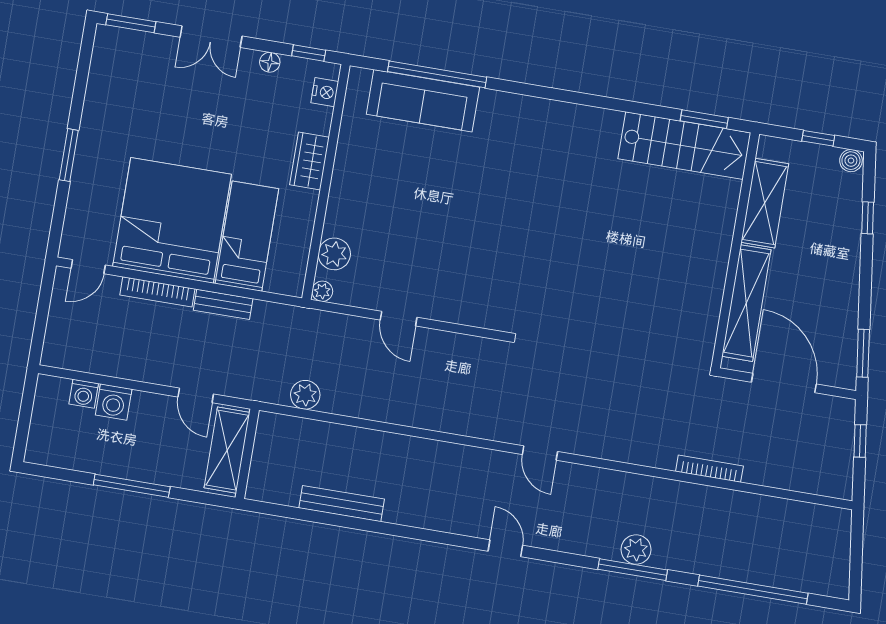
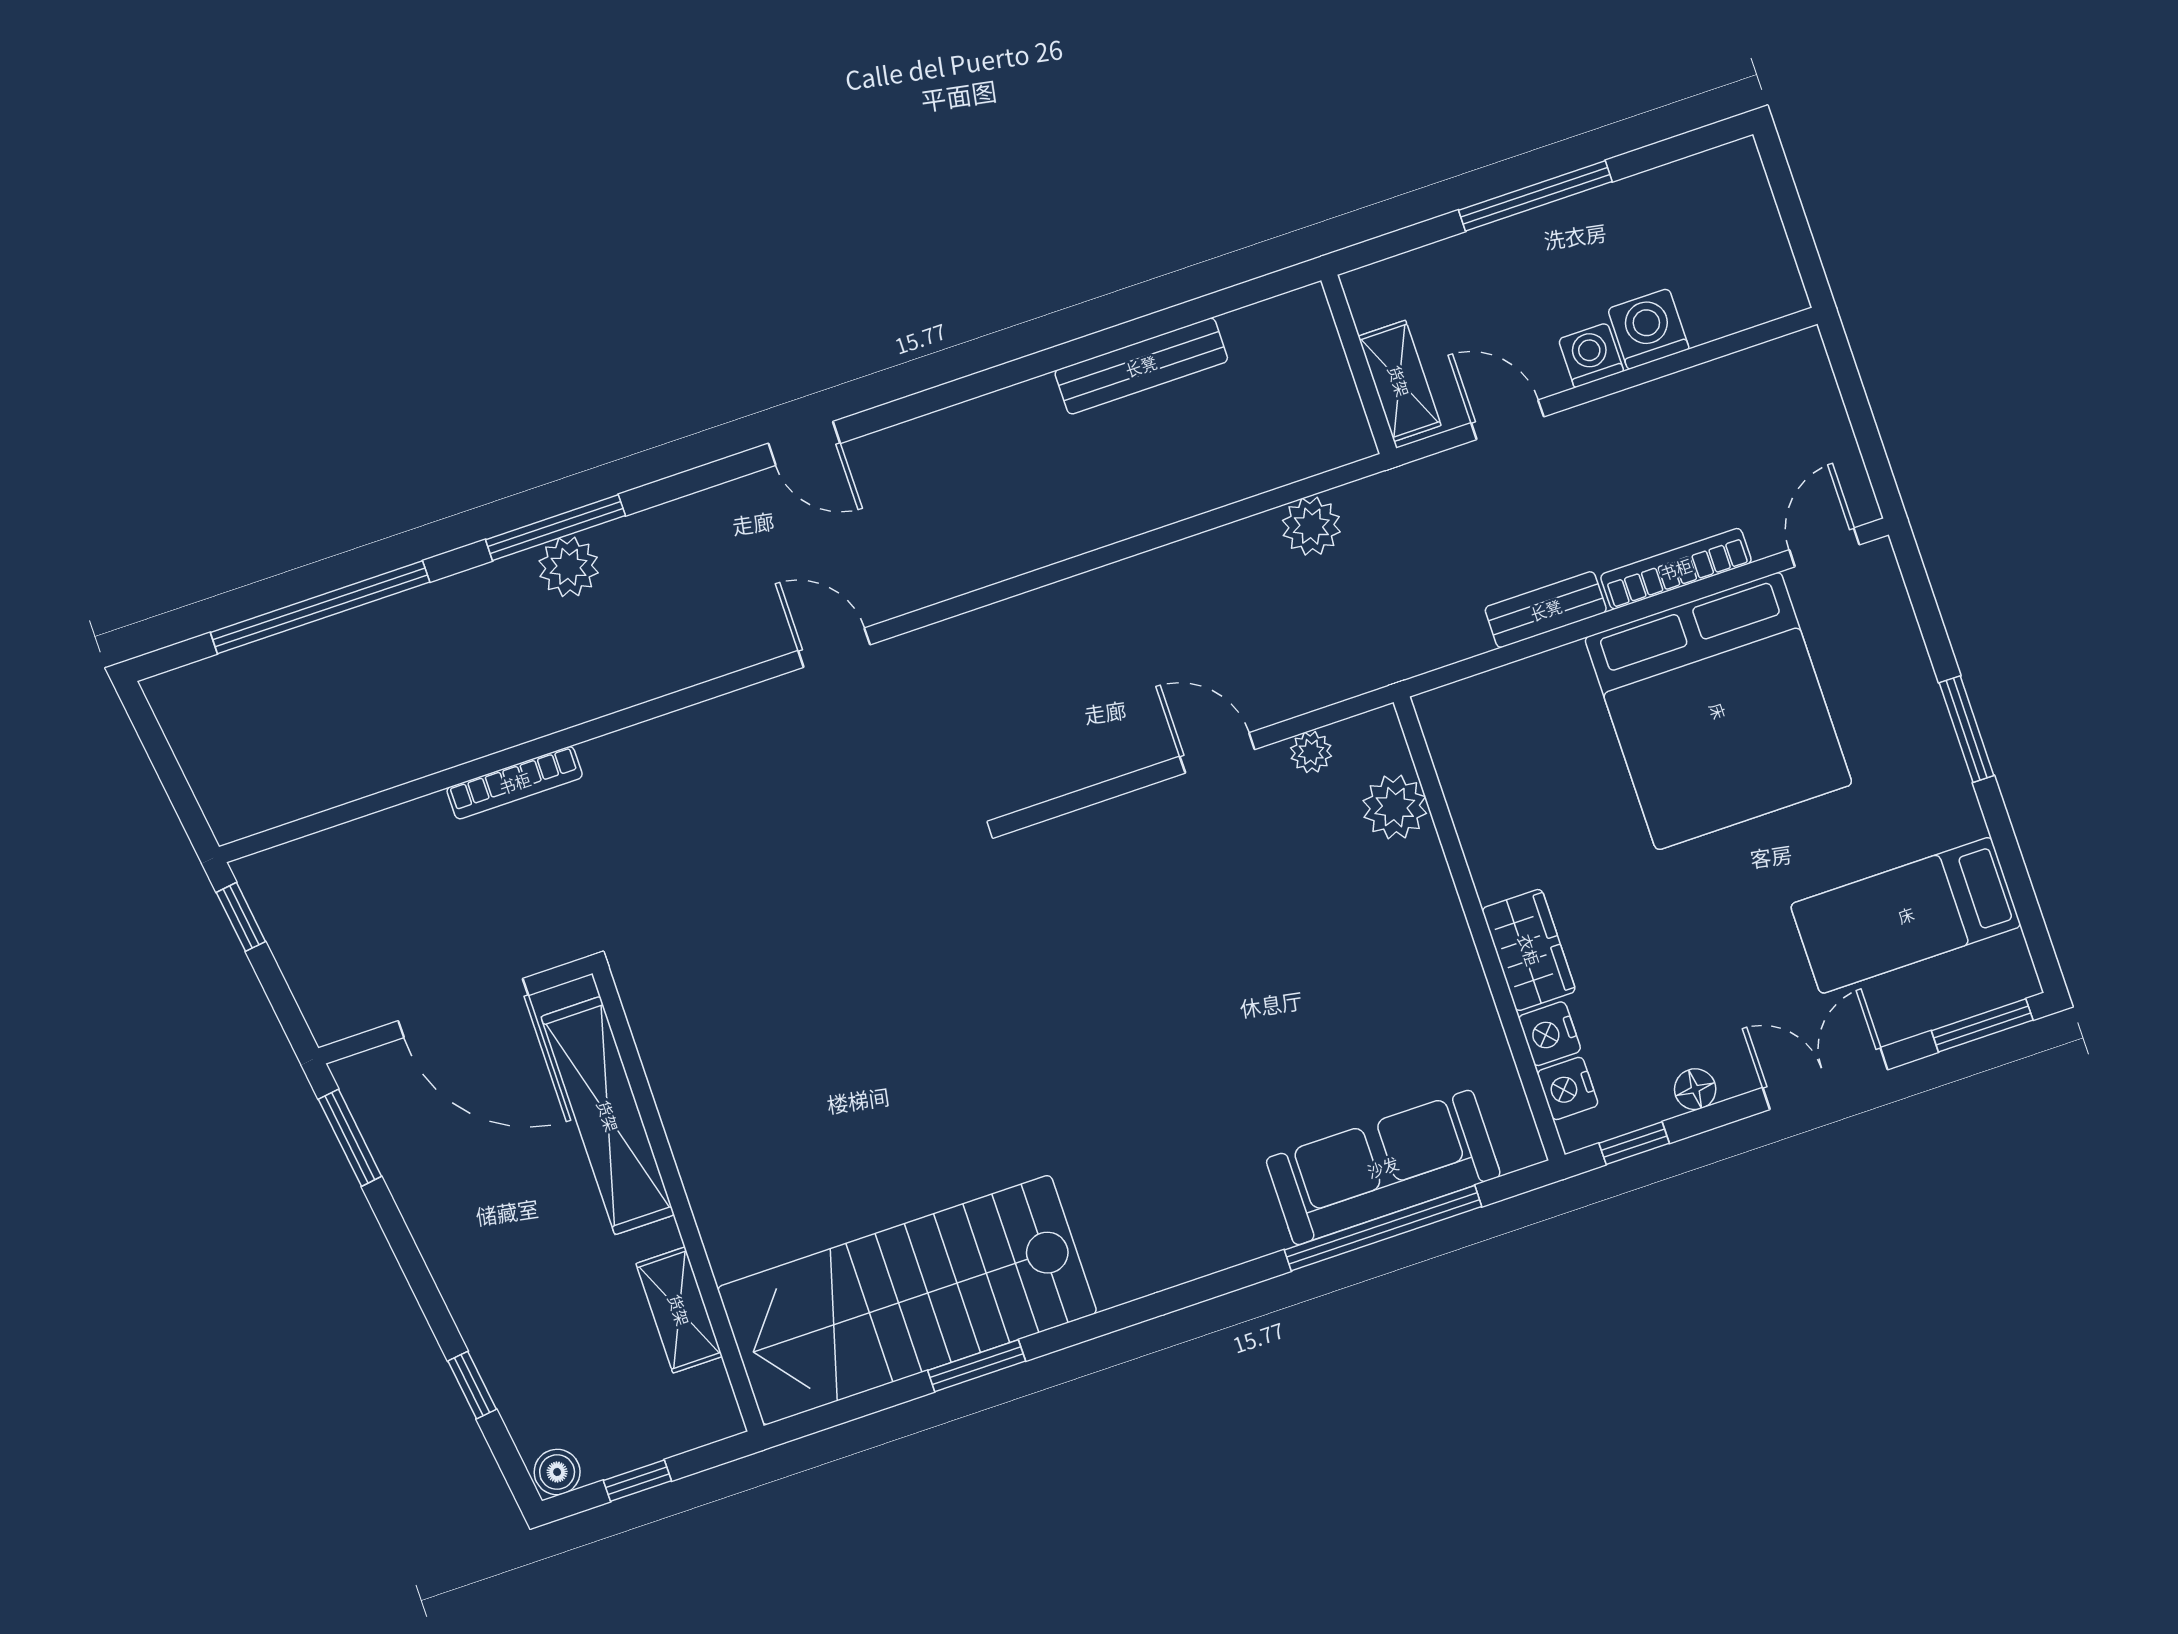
window: (704, 119) -> (977, 1366), moved
nightstand: (320, 120) -> (1550, 1034), added
stairs: (684, 146) -> (907, 1300), width x1.36, depth x1.51
shelving: (765, 203) -> (679, 1310), width x0.67, depth x0.75
bed: (247, 236) -> (1906, 915), moved, turned 90
plant: (322, 291) -> (1311, 752), moved
washing machine: (84, 394) -> (1591, 355), moved
window: (860, 441) -> (241, 917), moved
shelving: (227, 450) -> (1399, 381), width x0.67, depth x0.75

